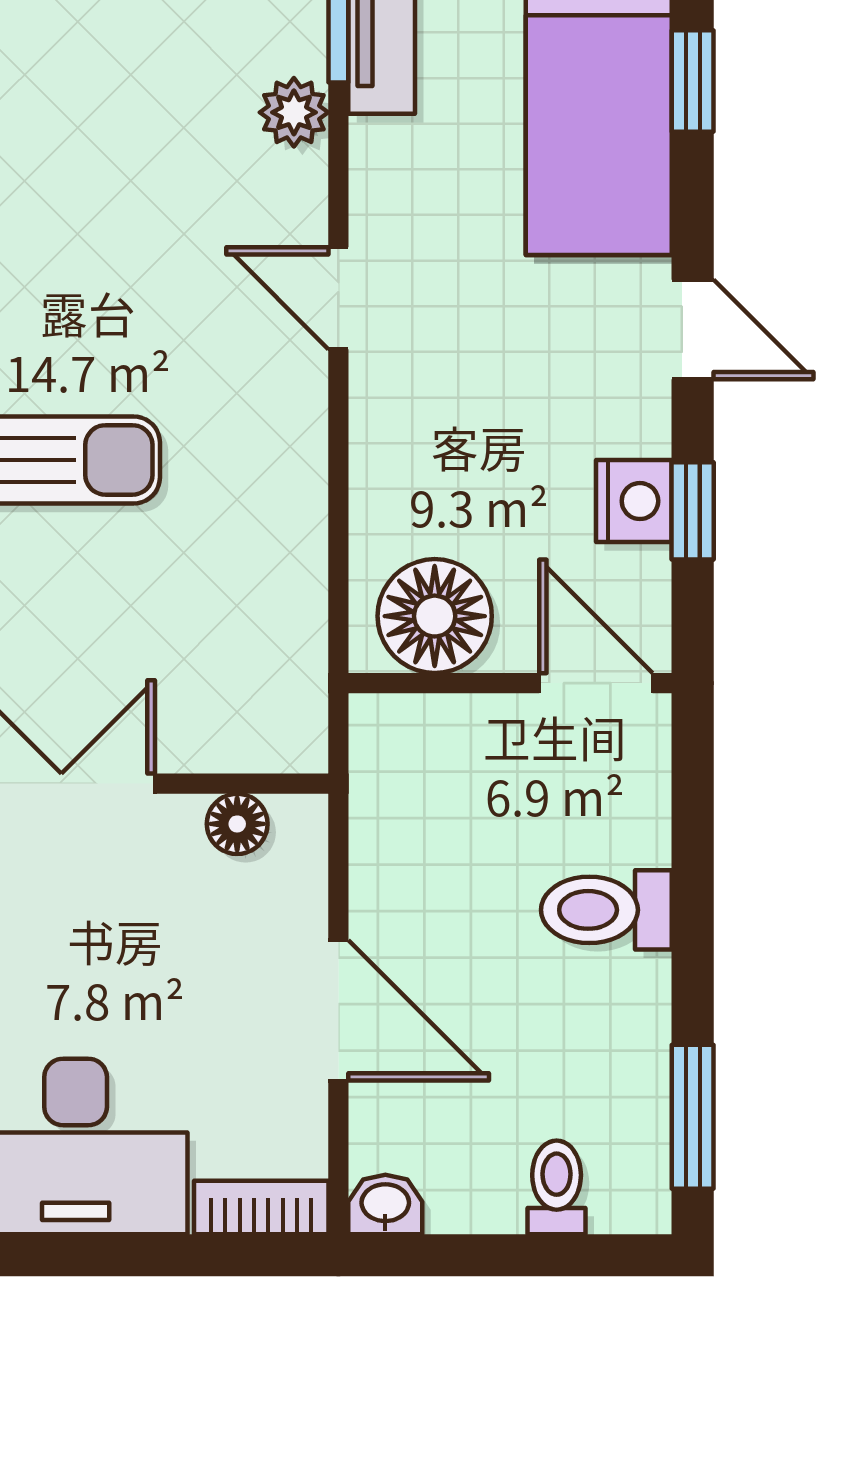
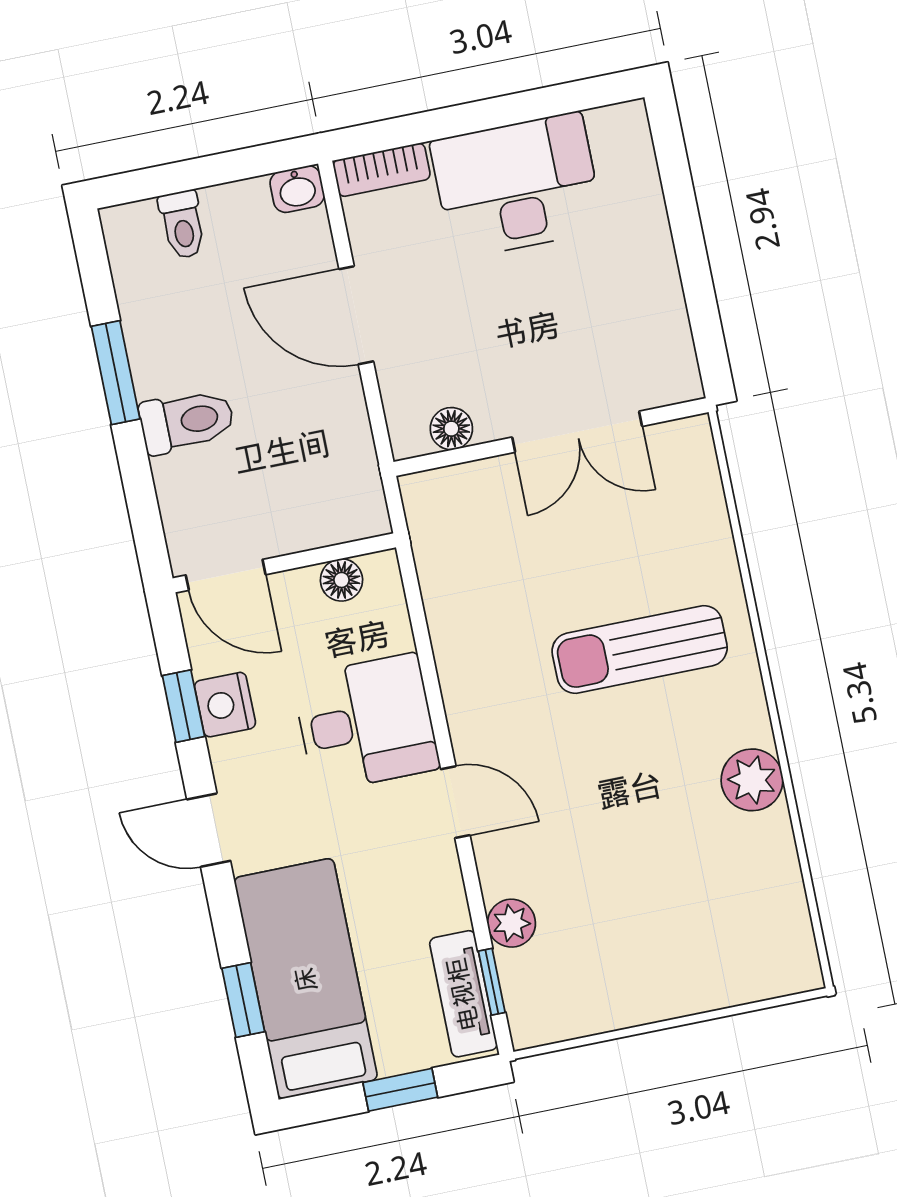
desk: (441, 435) -> (366, 723), added
floor lamp: (435, 616) -> (341, 580), width x0.53, depth x0.53
window: (693, 1117) -> (116, 373), moved

